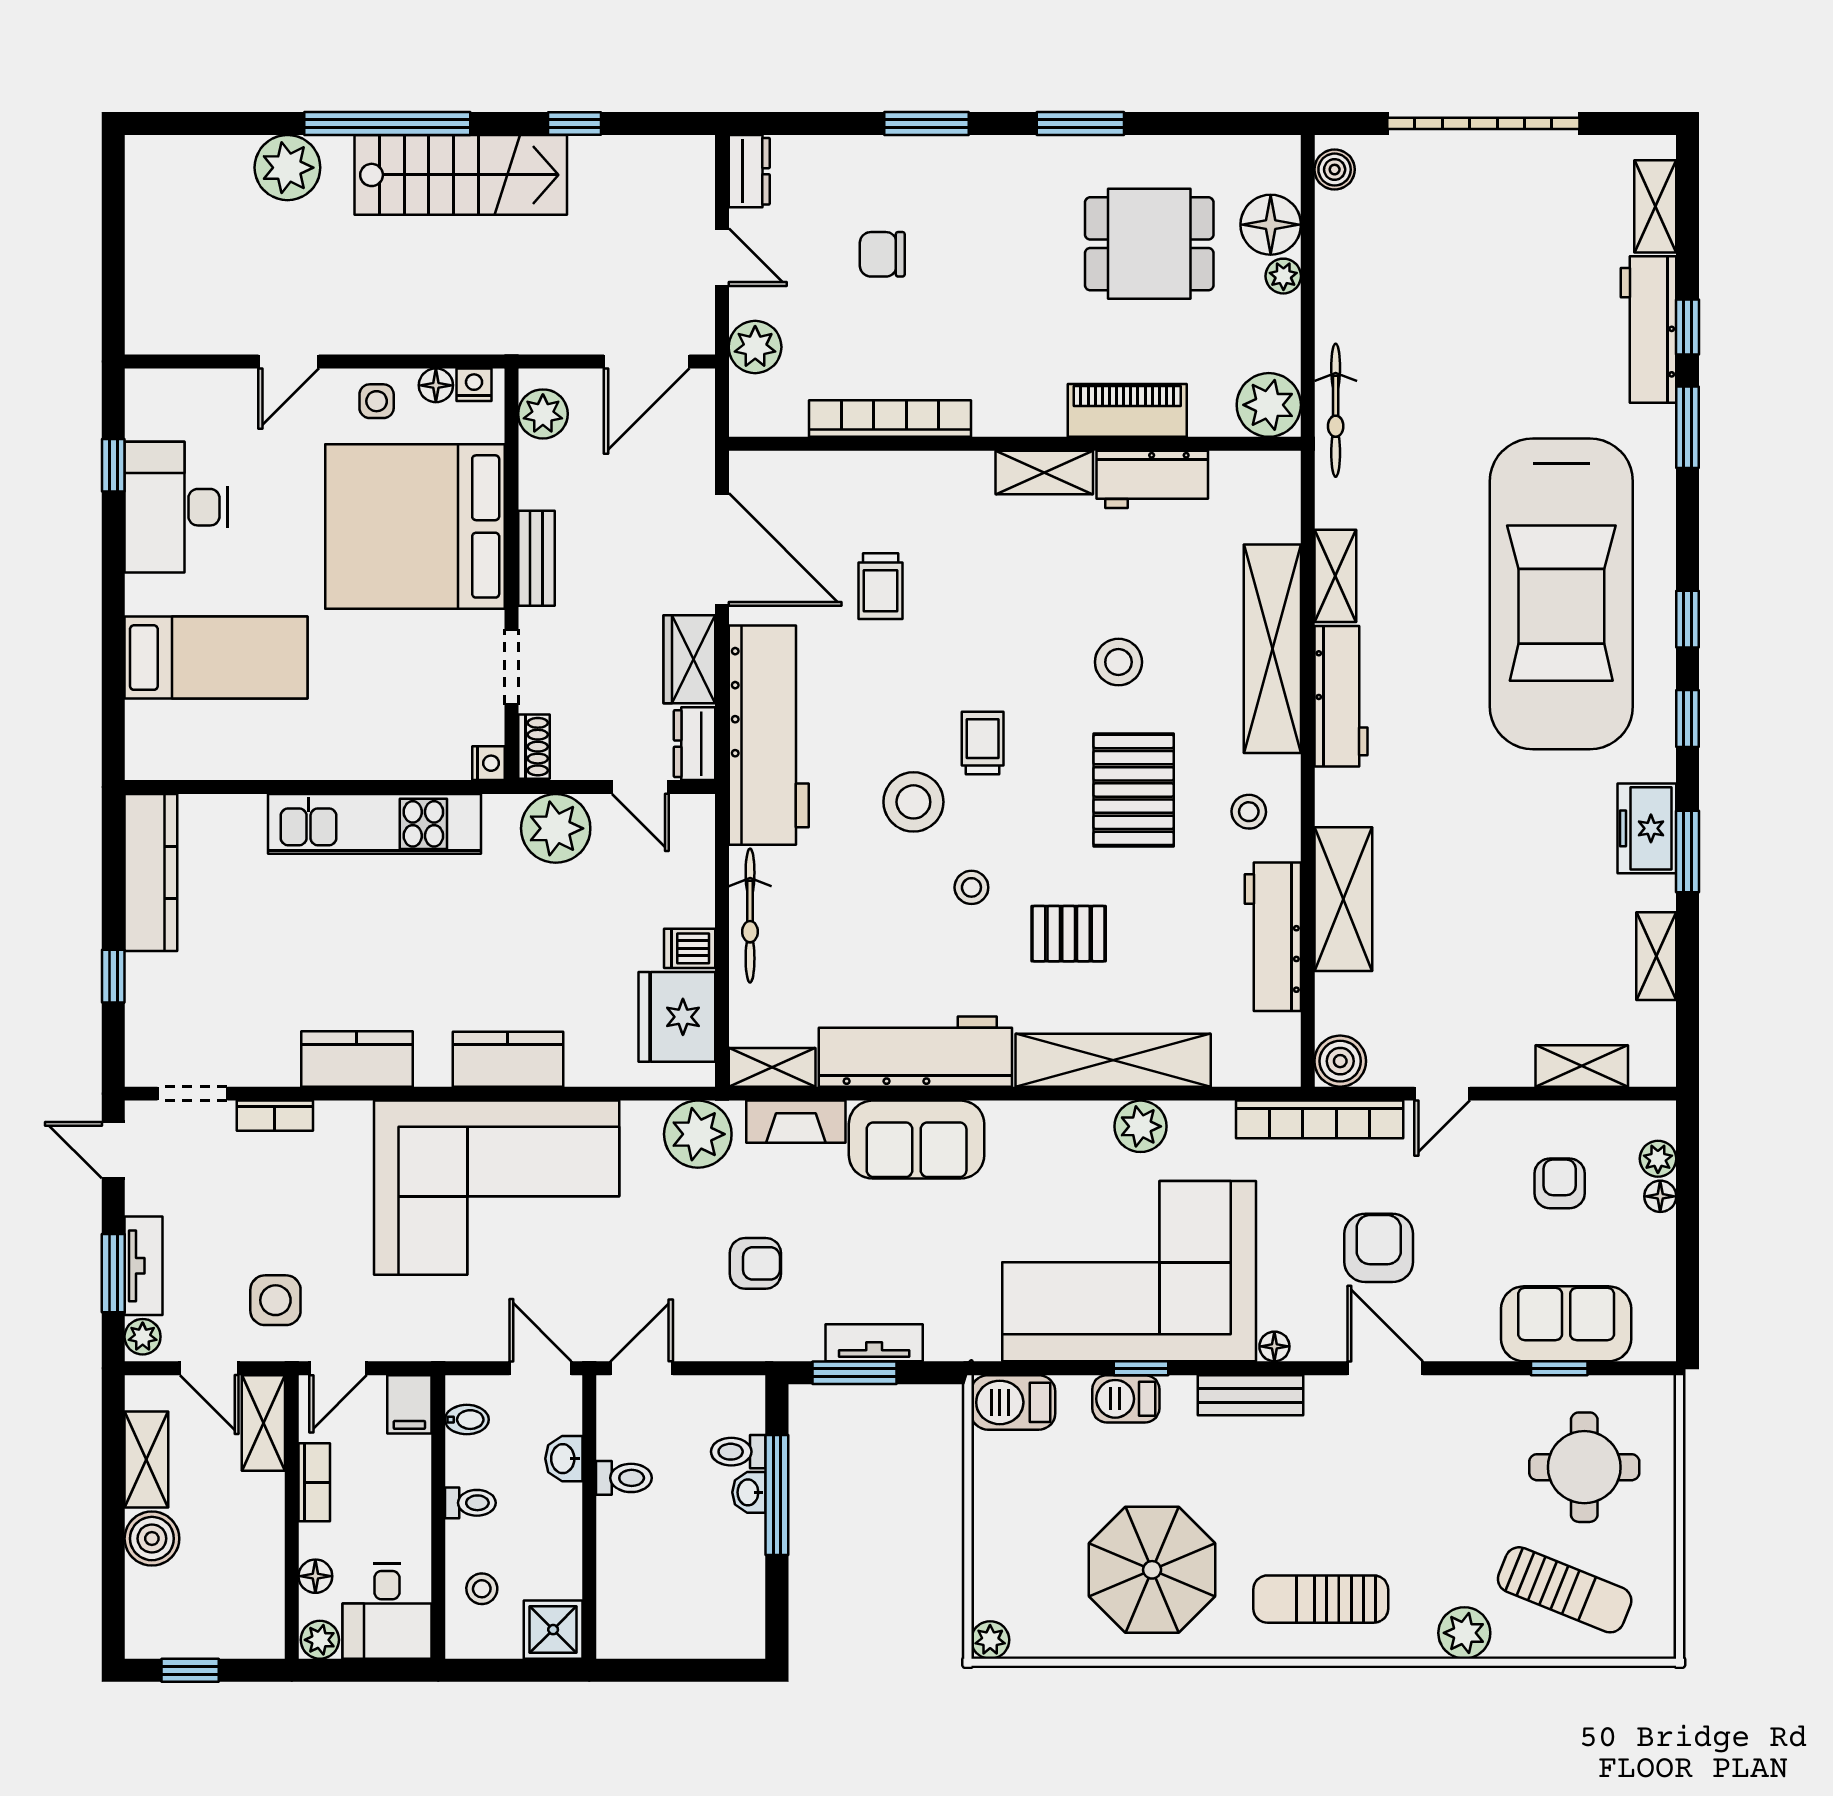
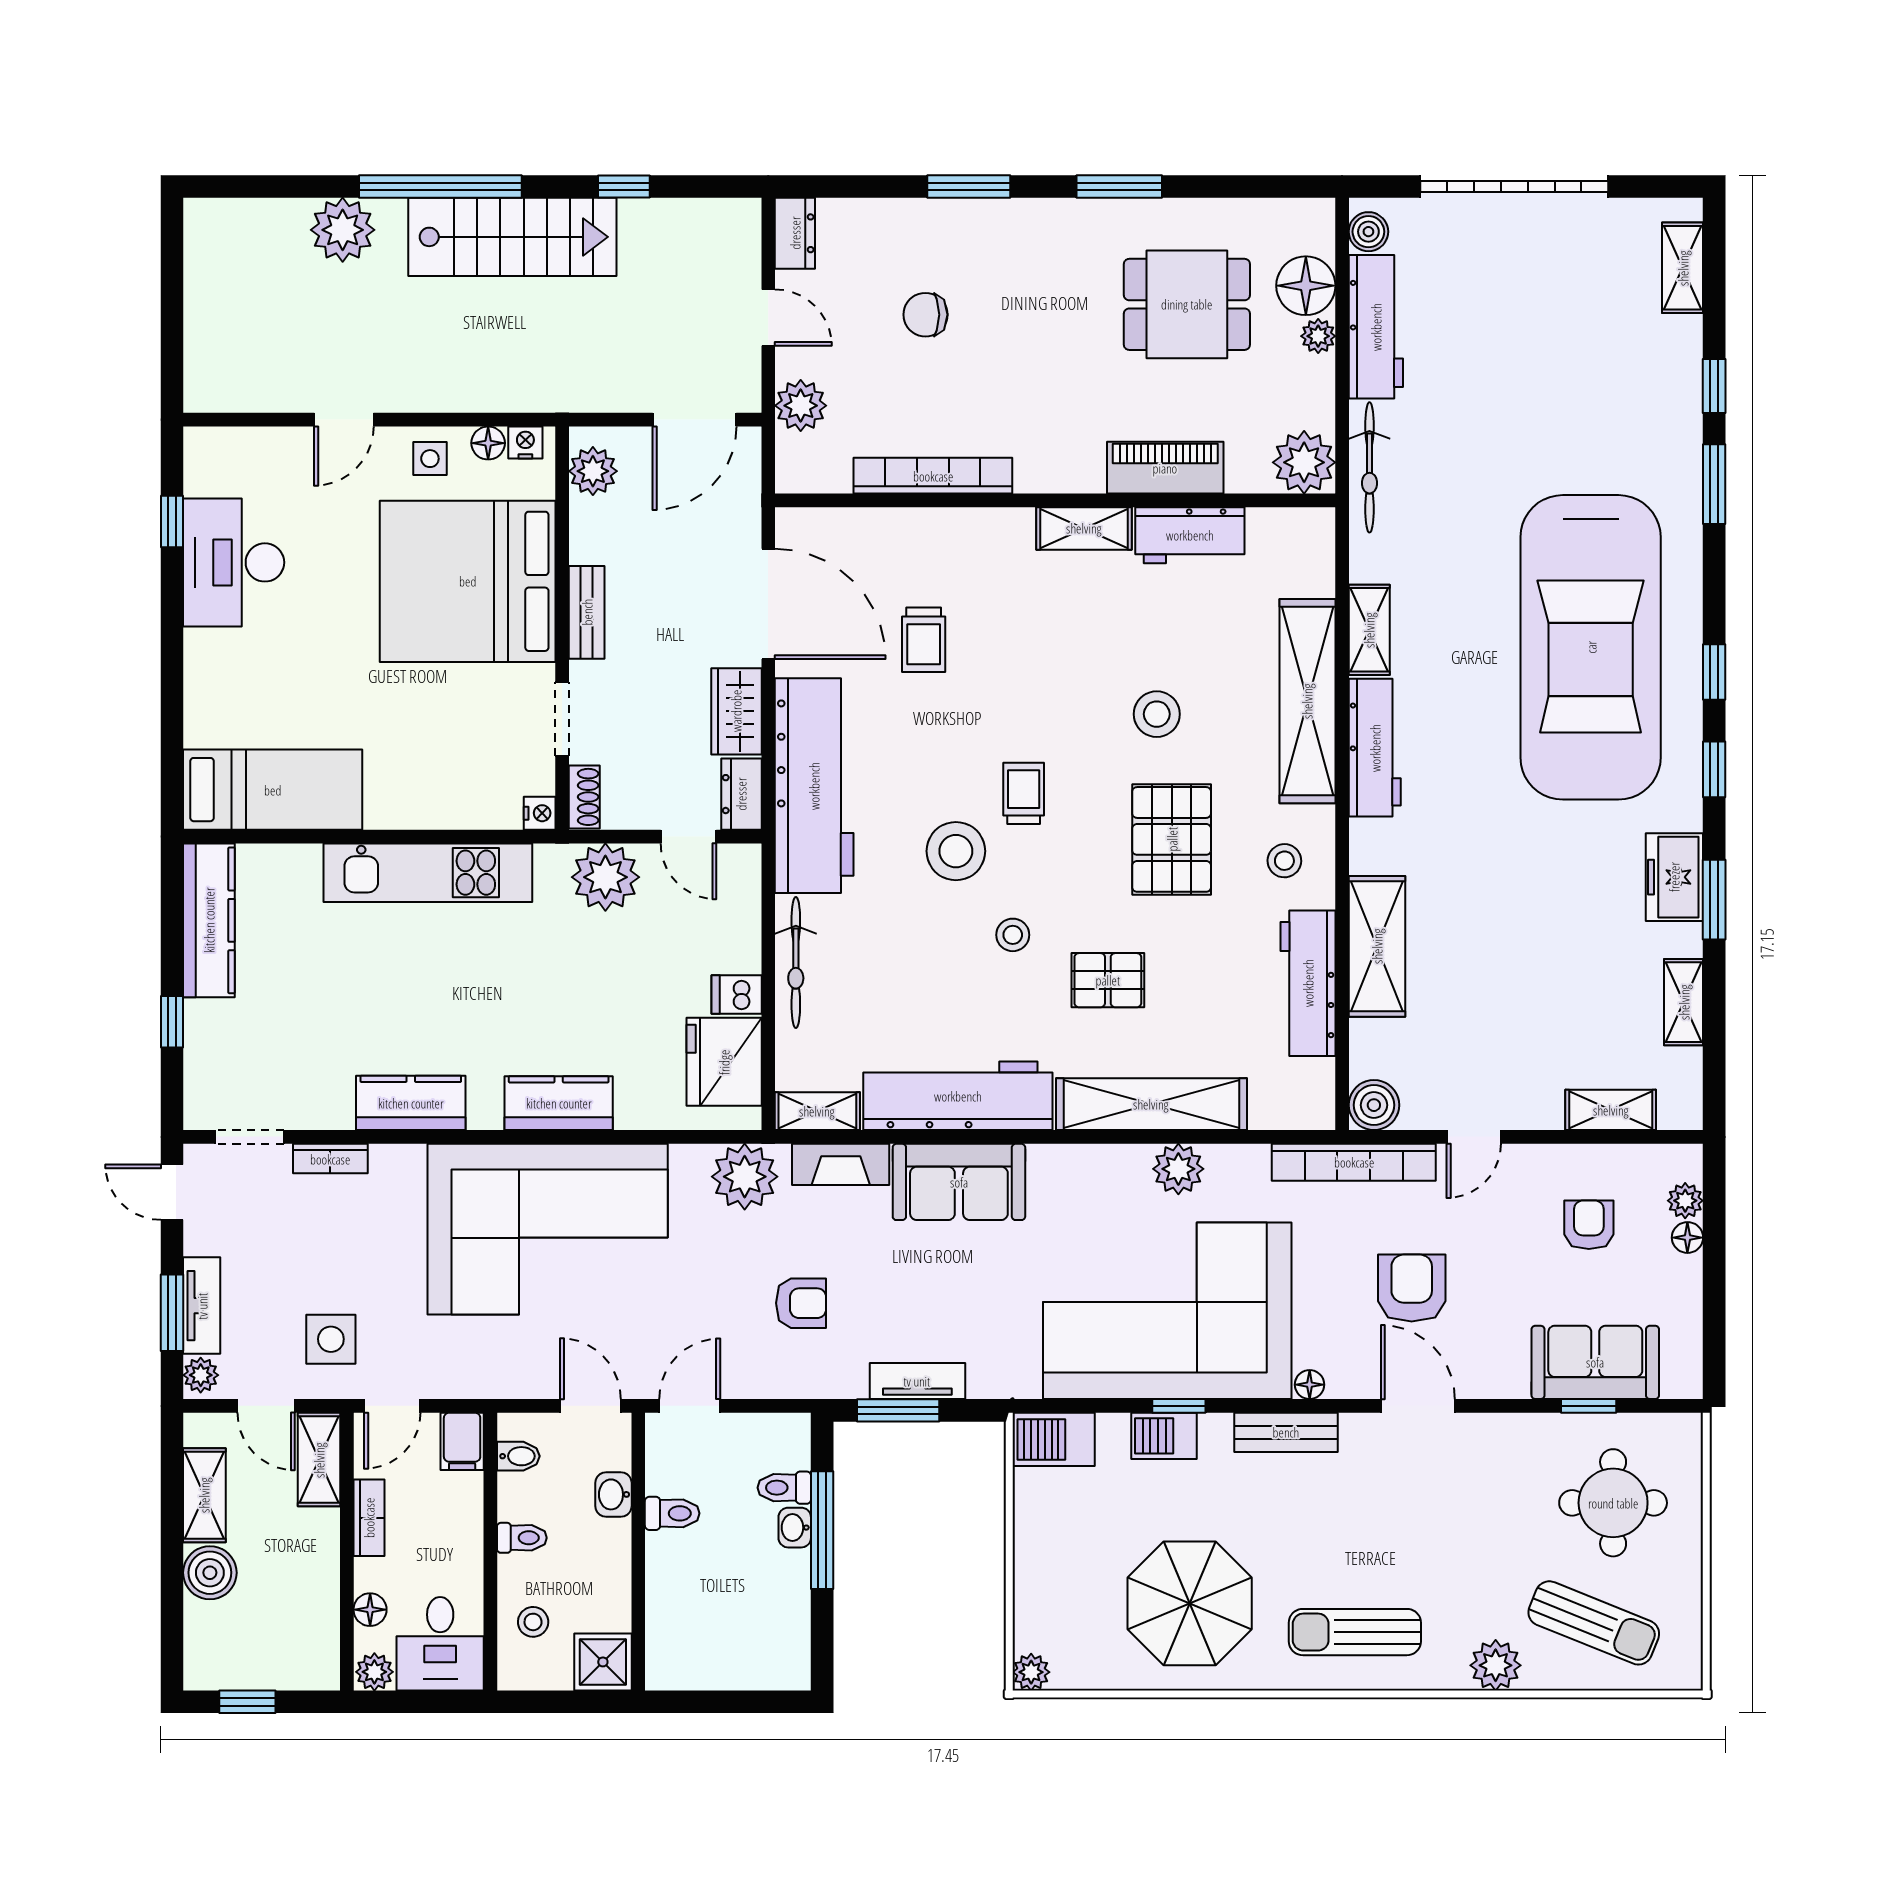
workbench: (1649, 330) -> (1376, 327), moved, turned 180
bed: (216, 658) -> (273, 790), moved

